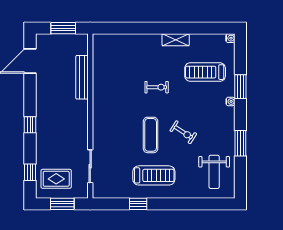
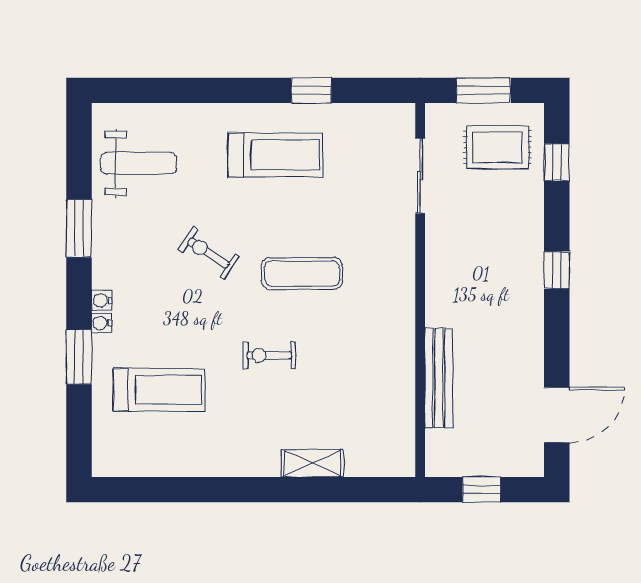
window: (63, 28) -> (481, 490), width x0.67
water cooler: (230, 38) -> (102, 300), moved
shelving: (176, 40) -> (312, 463), moved
exercise mat: (151, 135) -> (302, 273), moved, turned 90
weight bench: (214, 172) -> (139, 163), turned 90
treadmill: (154, 175) -> (275, 155), turned 180

